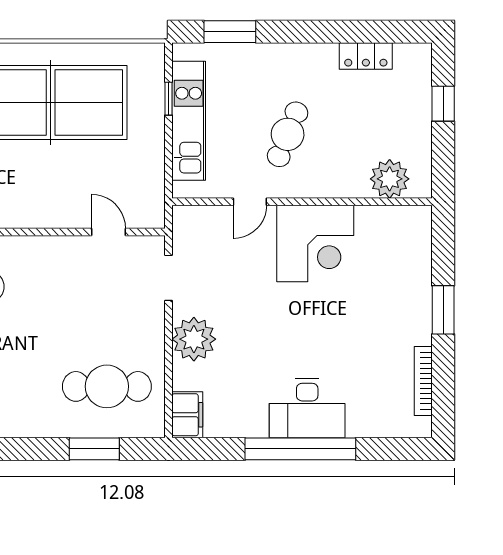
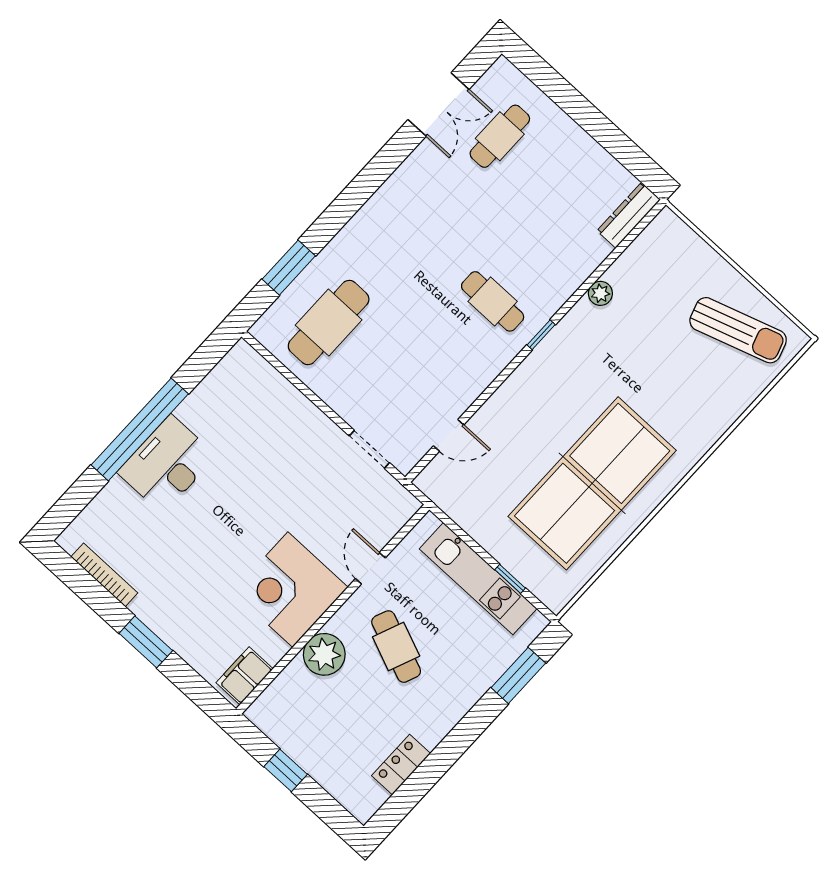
window: (443, 104) -> (286, 770), moved
plant: (390, 179) -> (324, 654), moved
plant: (194, 339) -> (303, 425), removed
filing cabinet: (187, 415) -> (244, 676), moved, turned 90

